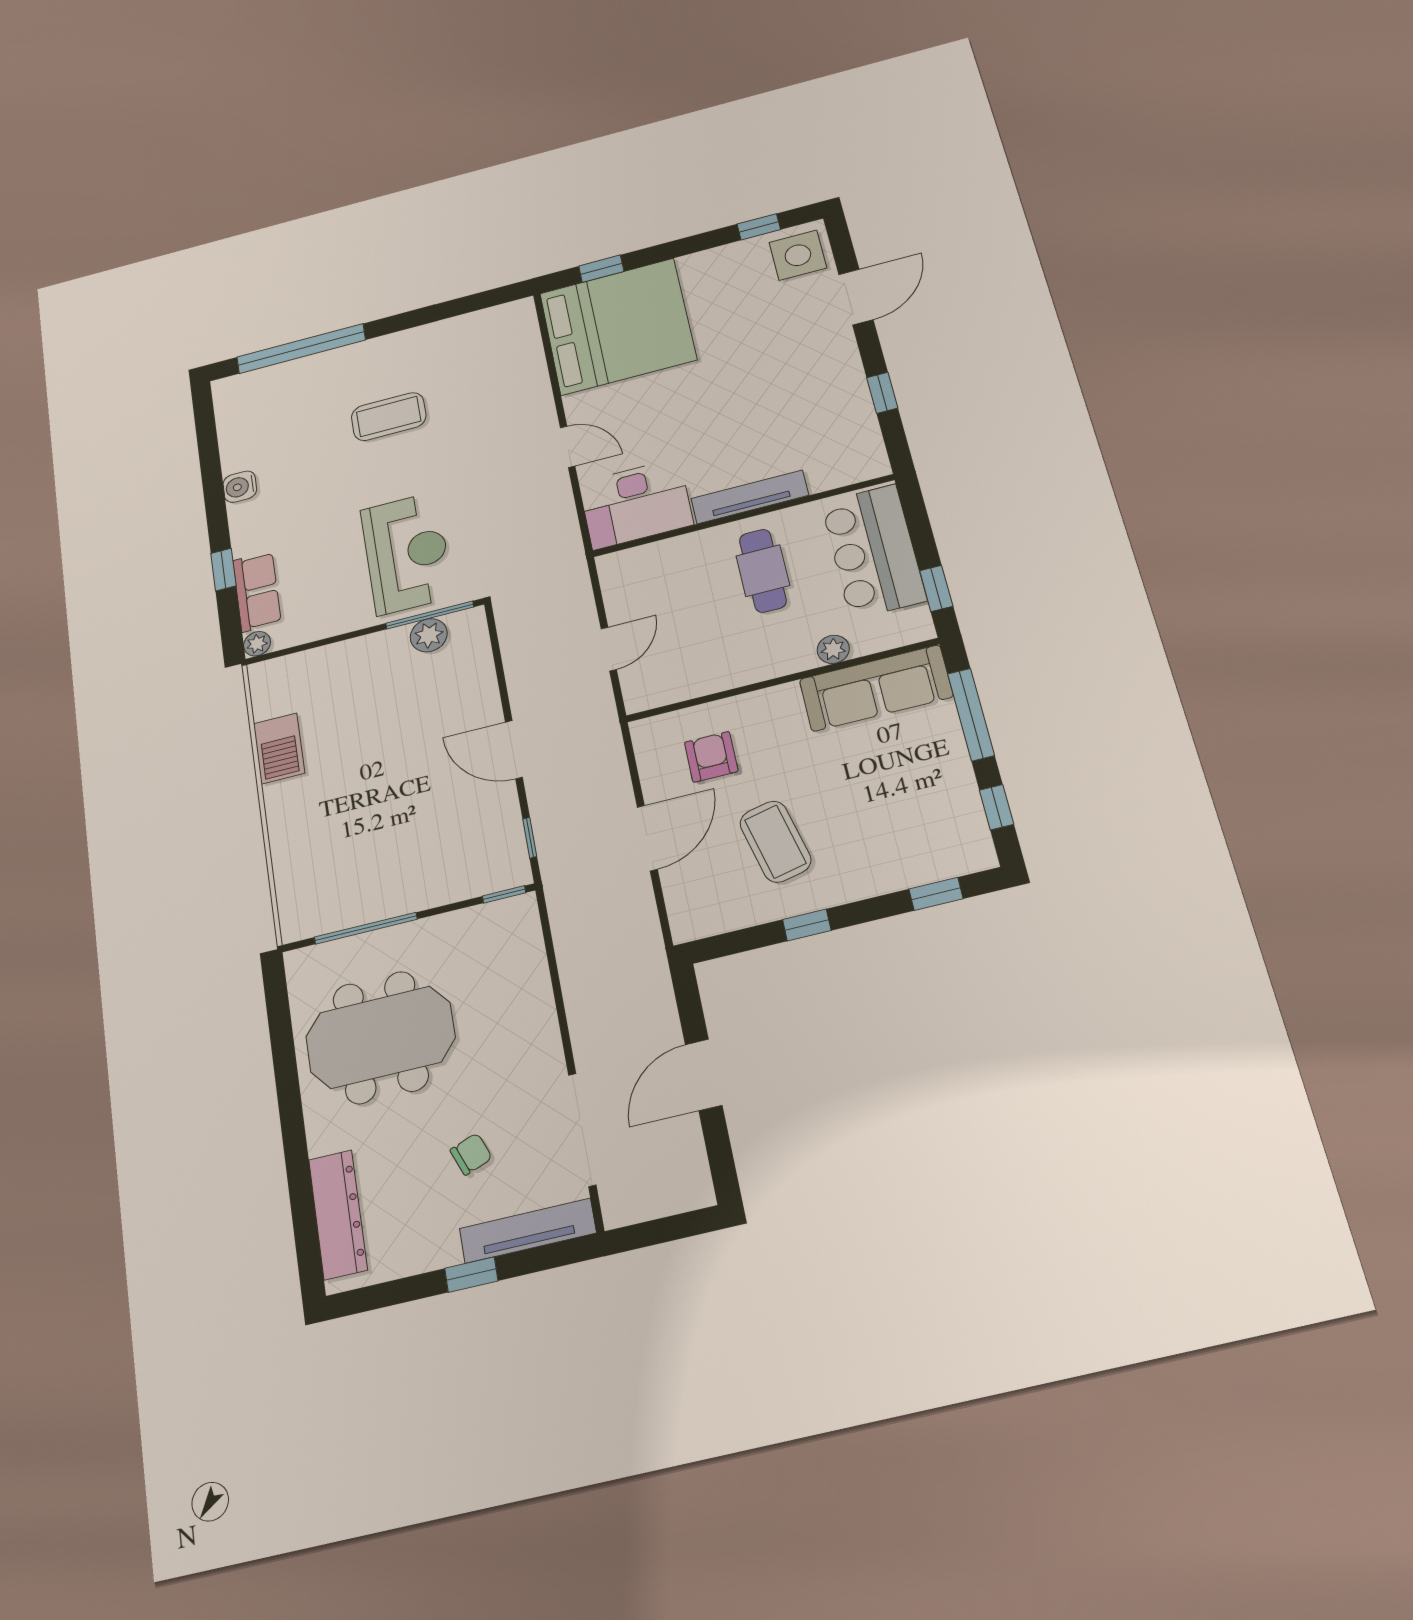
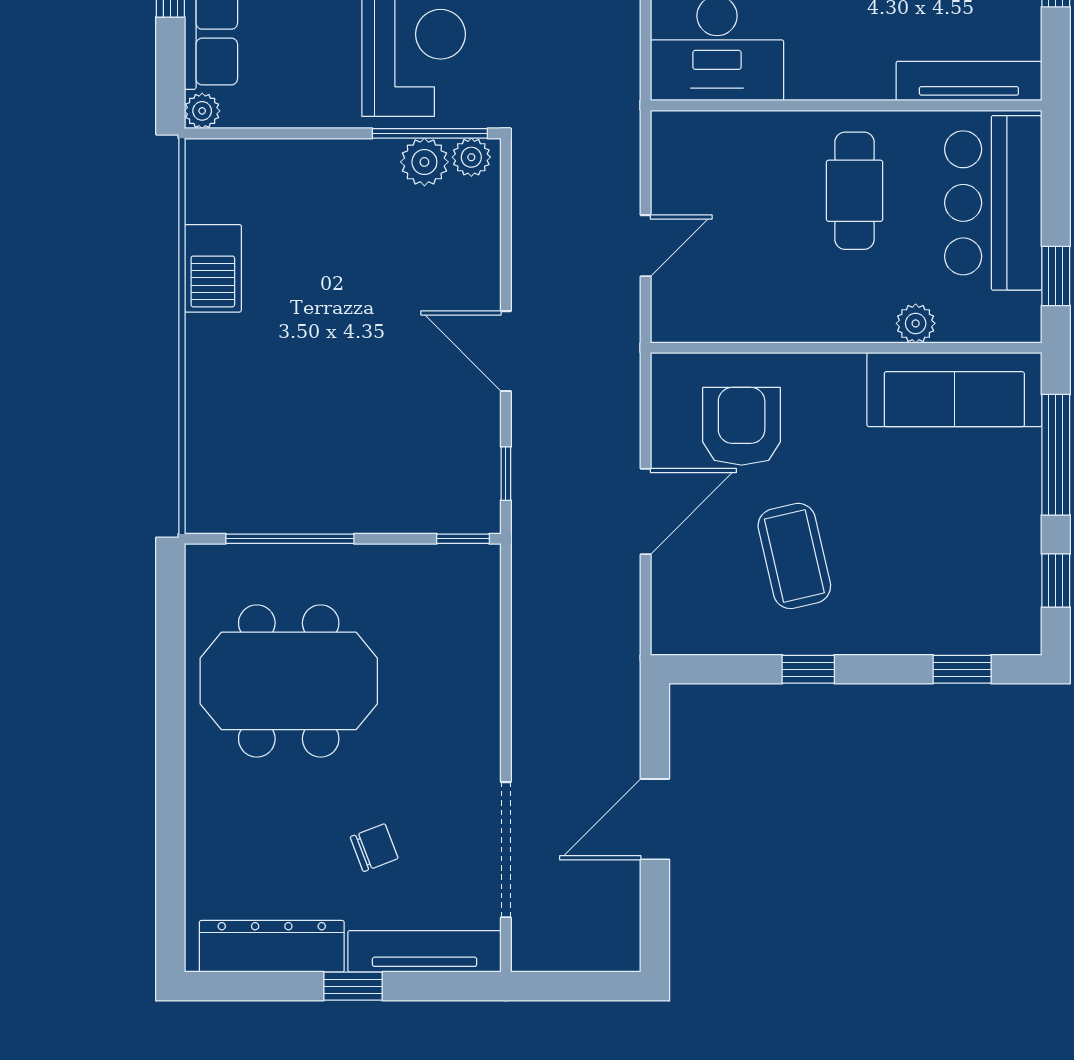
tv unit: (750, 497) -> (969, 81), moved
plant: (464, 623) -> (471, 157), added
armchair: (711, 757) -> (742, 426), width x1.38, depth x1.38
dresser: (338, 1214) -> (272, 946), moved, turned -90

